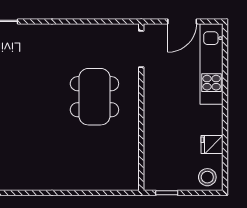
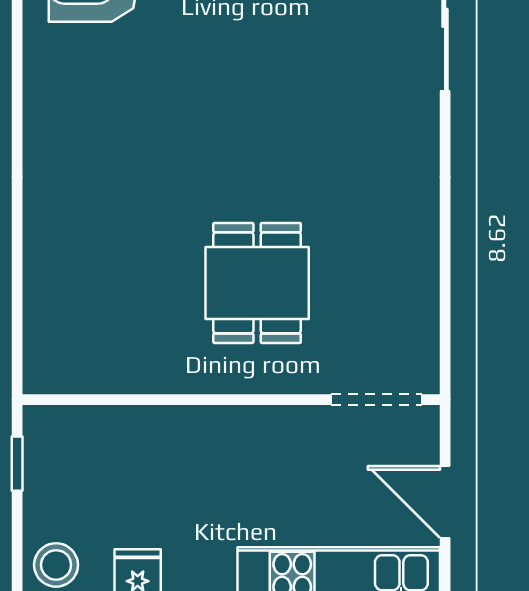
dining table: (94, 97) -> (257, 283), width x0.73

